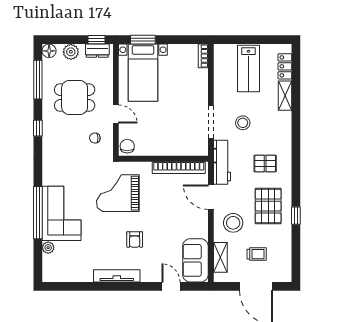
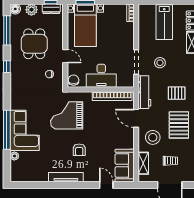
dining table: (75, 97) -> (34, 44), turned 90
desk: (164, 140) -> (101, 76), added

